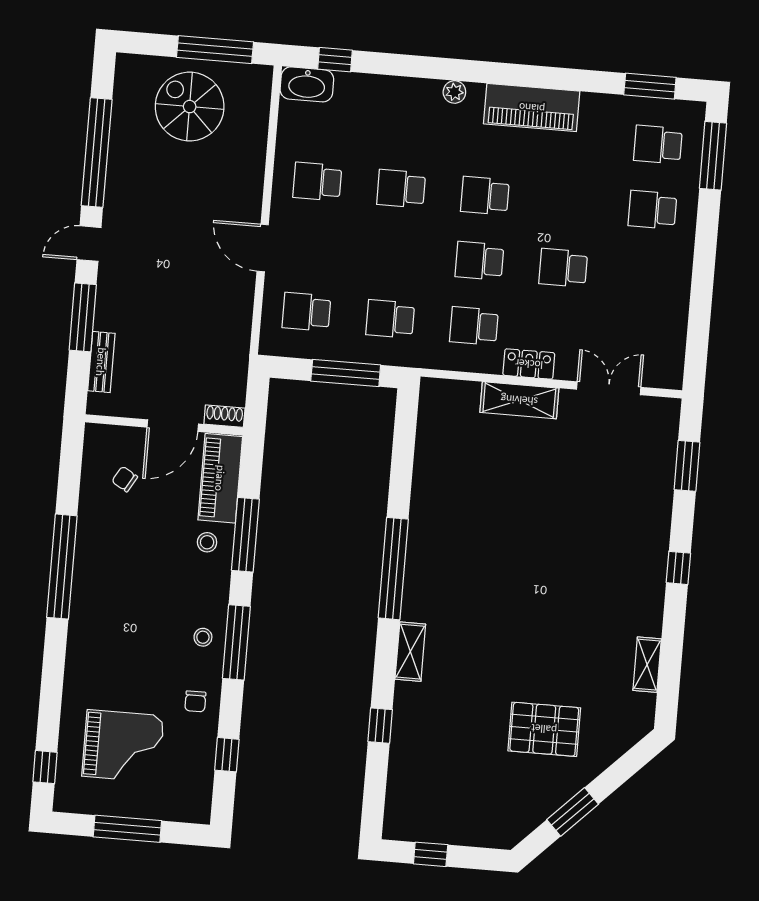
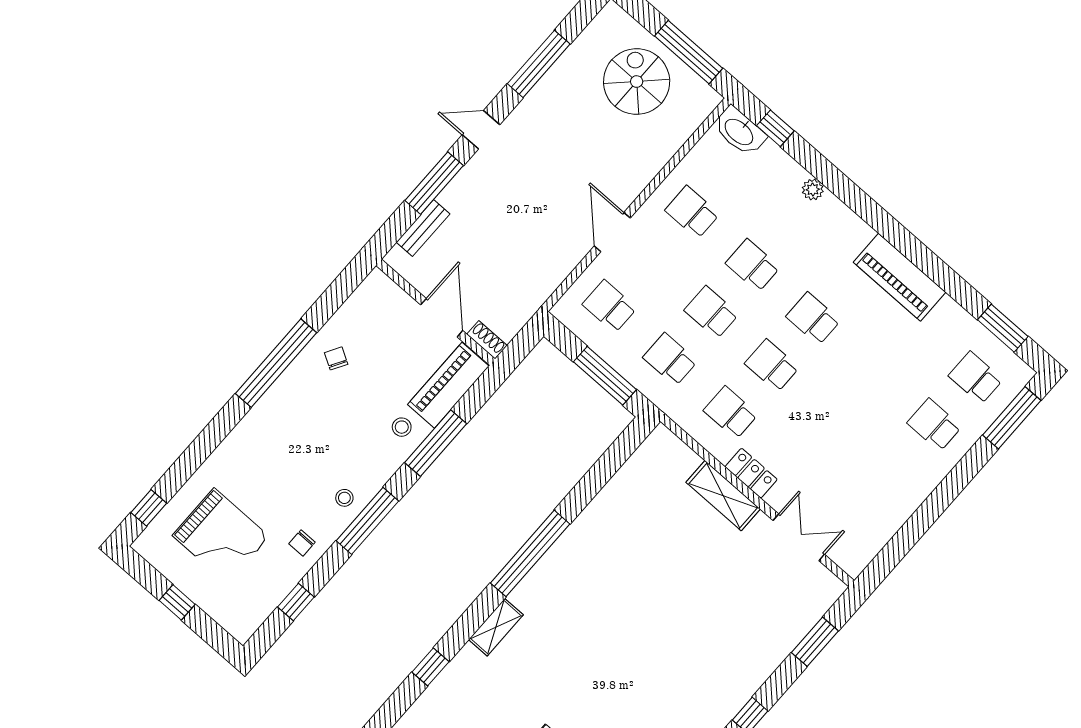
plant: (454, 92) -> (813, 190), moved
window: (97, 153) -> (539, 64), width x0.68
school desk: (563, 268) -> (711, 312), moved
door: (173, 426) -> (442, 318), swing flipped
chair: (125, 479) -> (336, 358), moved
window: (127, 829) -> (177, 602), width x0.46

